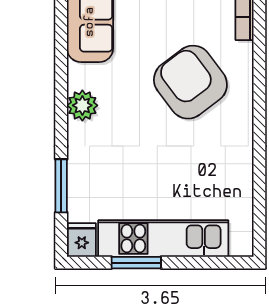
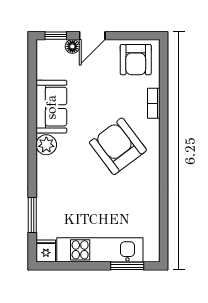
plant: (82, 105) -> (46, 145), moved
window: (136, 263) -> (127, 266), moved

